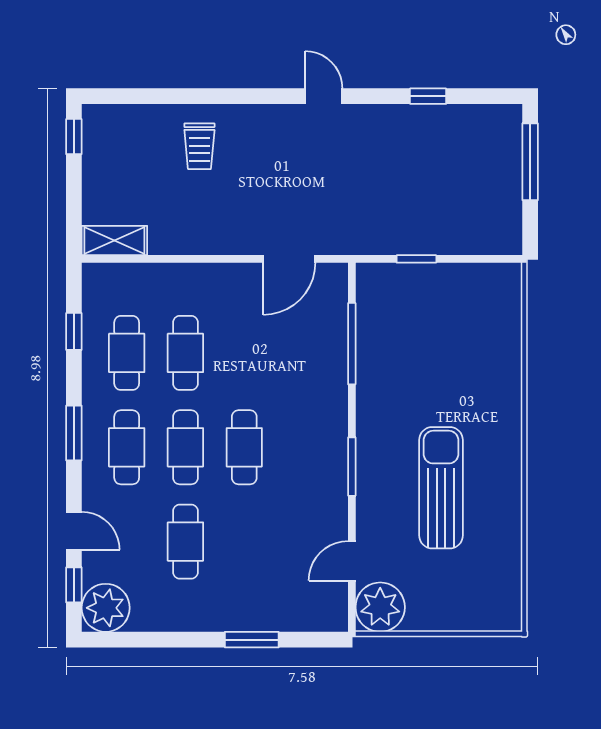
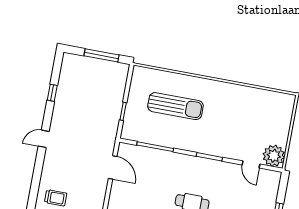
window: (530, 162) -> (102, 55), moved
sun lounger: (441, 488) -> (175, 106), moved, turned 180

